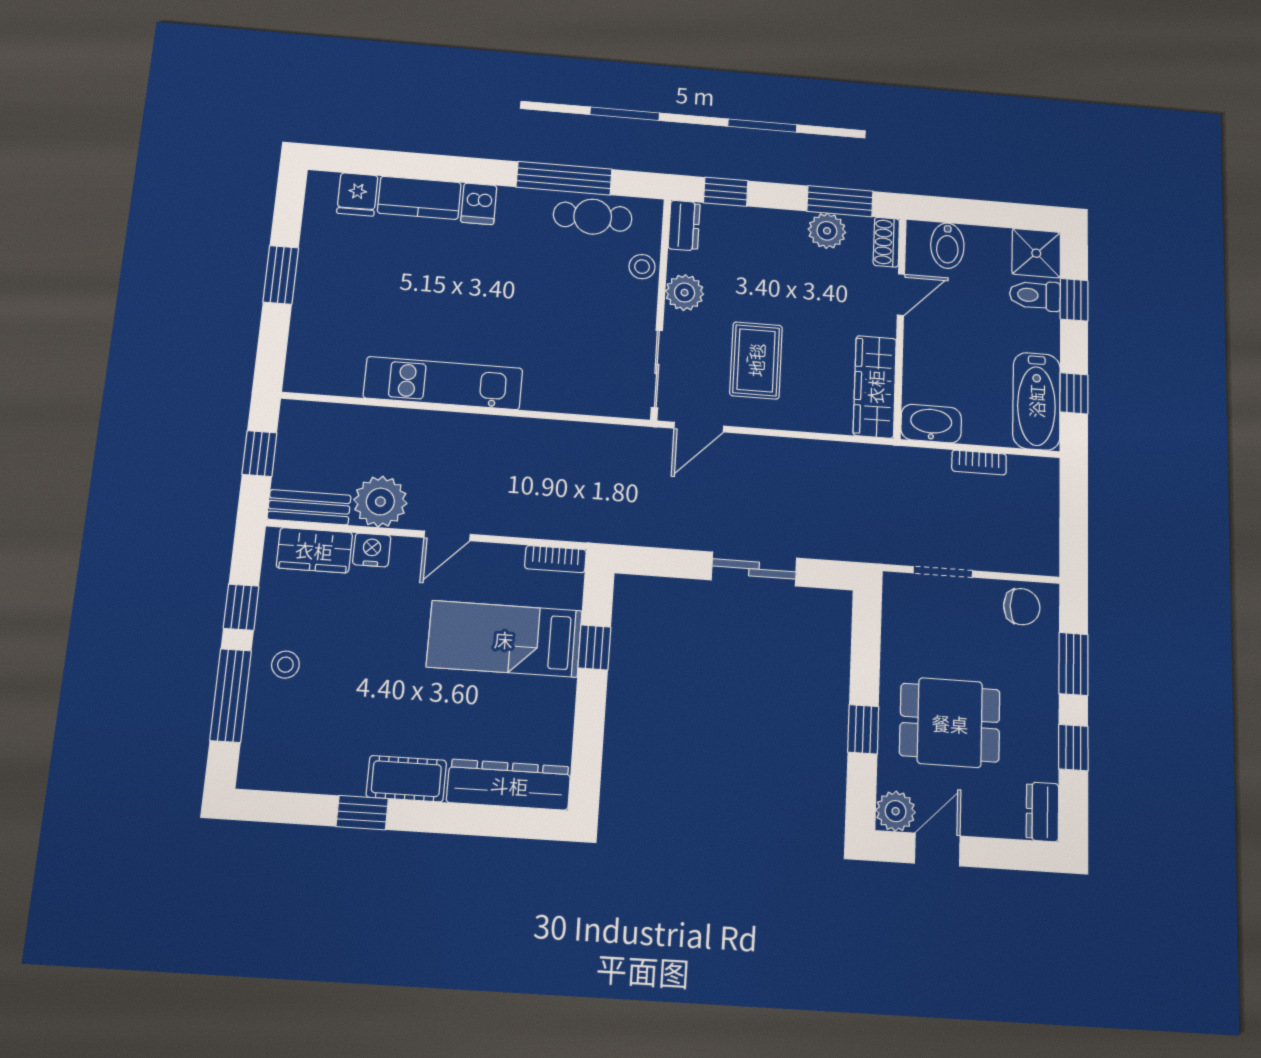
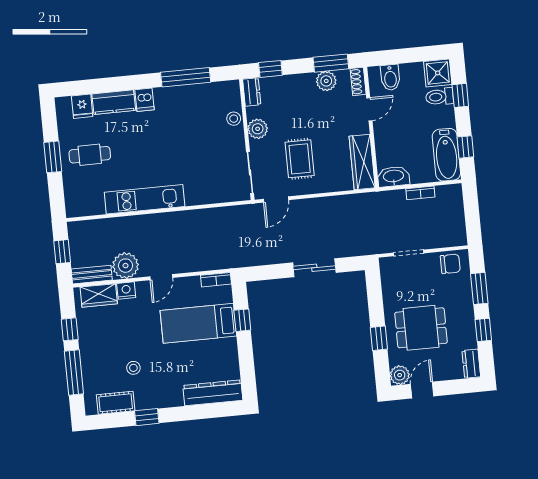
cafe table: (593, 217) -> (90, 155), moved
stool: (285, 665) -> (133, 368), moved
cot: (406, 779) -> (116, 403), moved

